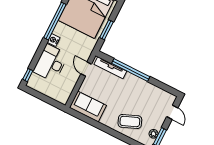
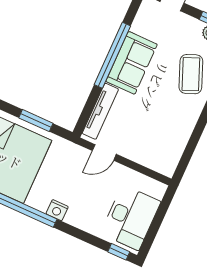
desk: (51, 63) -> (130, 218), moved, turned -90
window: (131, 70) -> (112, 55), moved
sofa: (88, 107) -> (132, 63), moved, turned 180

